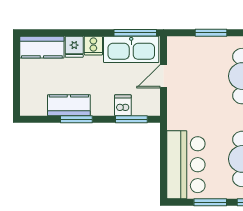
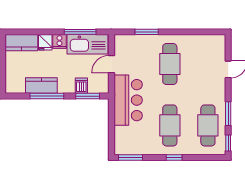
window: (135, 33) -> (80, 32), moved
window: (76, 119) -> (47, 96), width x1.44
bar counter: (186, 165) -> (128, 100), moved
window: (210, 202) -> (131, 158), moved

